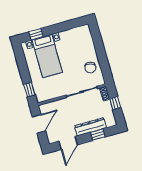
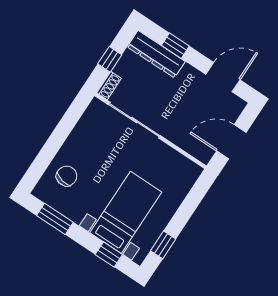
window: (69, 25) -> (55, 219), added
chair: (90, 68) -> (67, 176), moved
window: (29, 90) -> (163, 245), moved
dresser: (90, 127) -> (156, 54), moved

